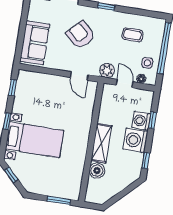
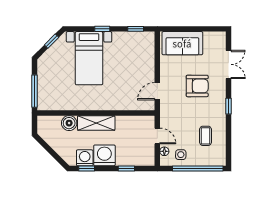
armchair: (81, 35) -> (197, 86), turned 47
plant: (107, 71) -> (167, 117), removed
door: (125, 83) -> (157, 136), hinge flipped
washing machine: (141, 121) -> (85, 158), moved
window: (59, 200) -> (34, 91), width x1.44

